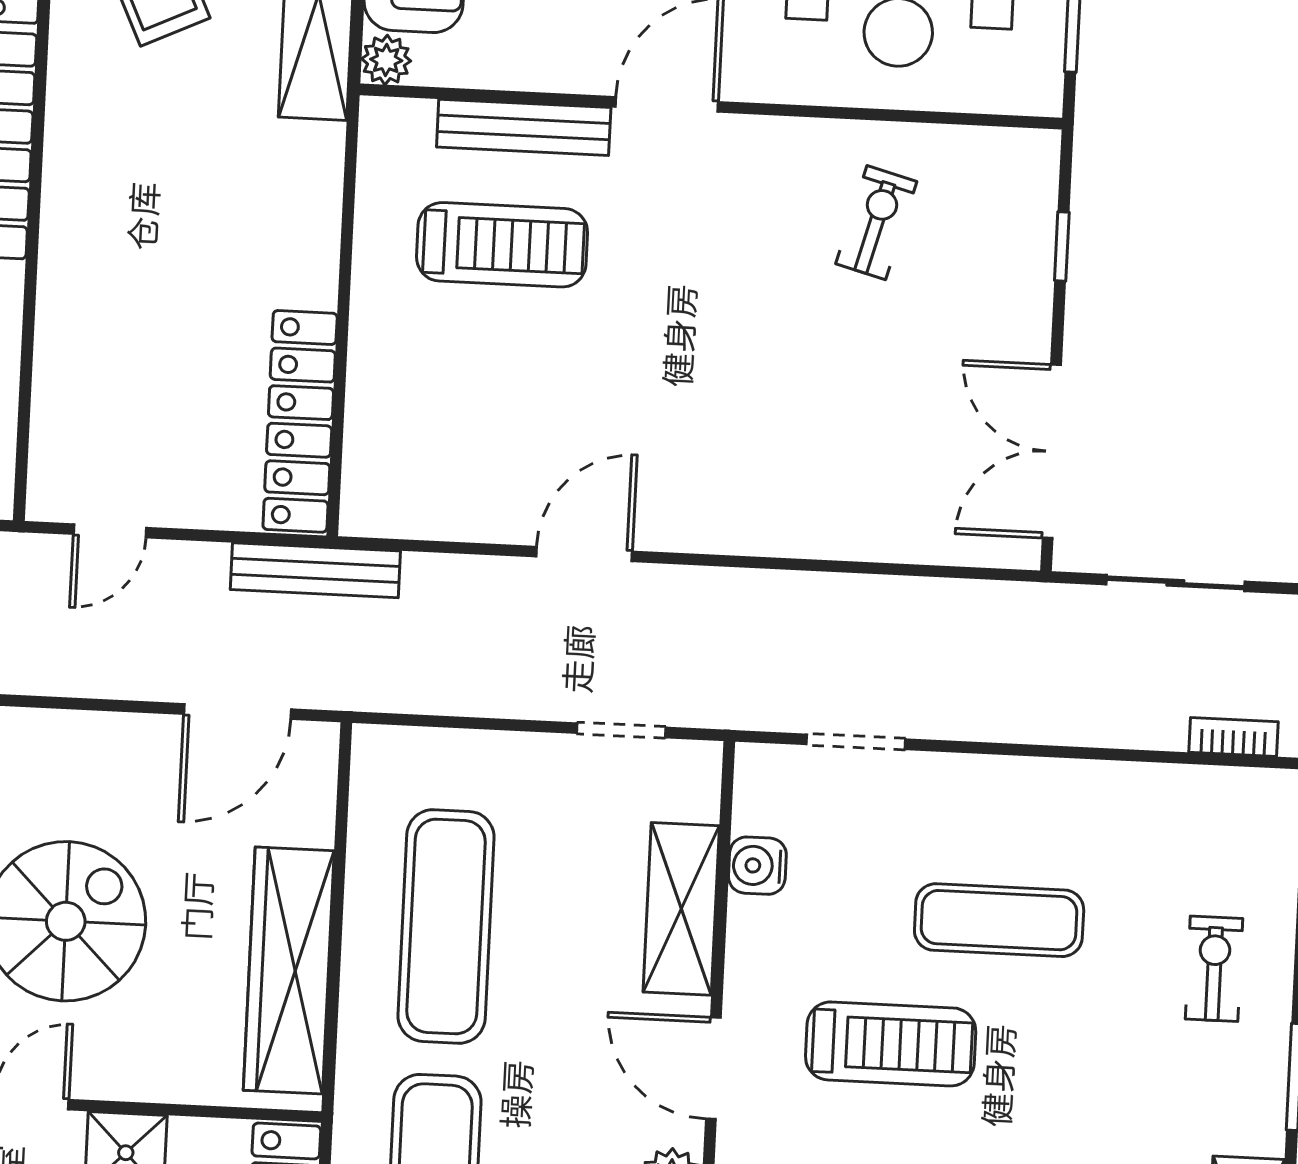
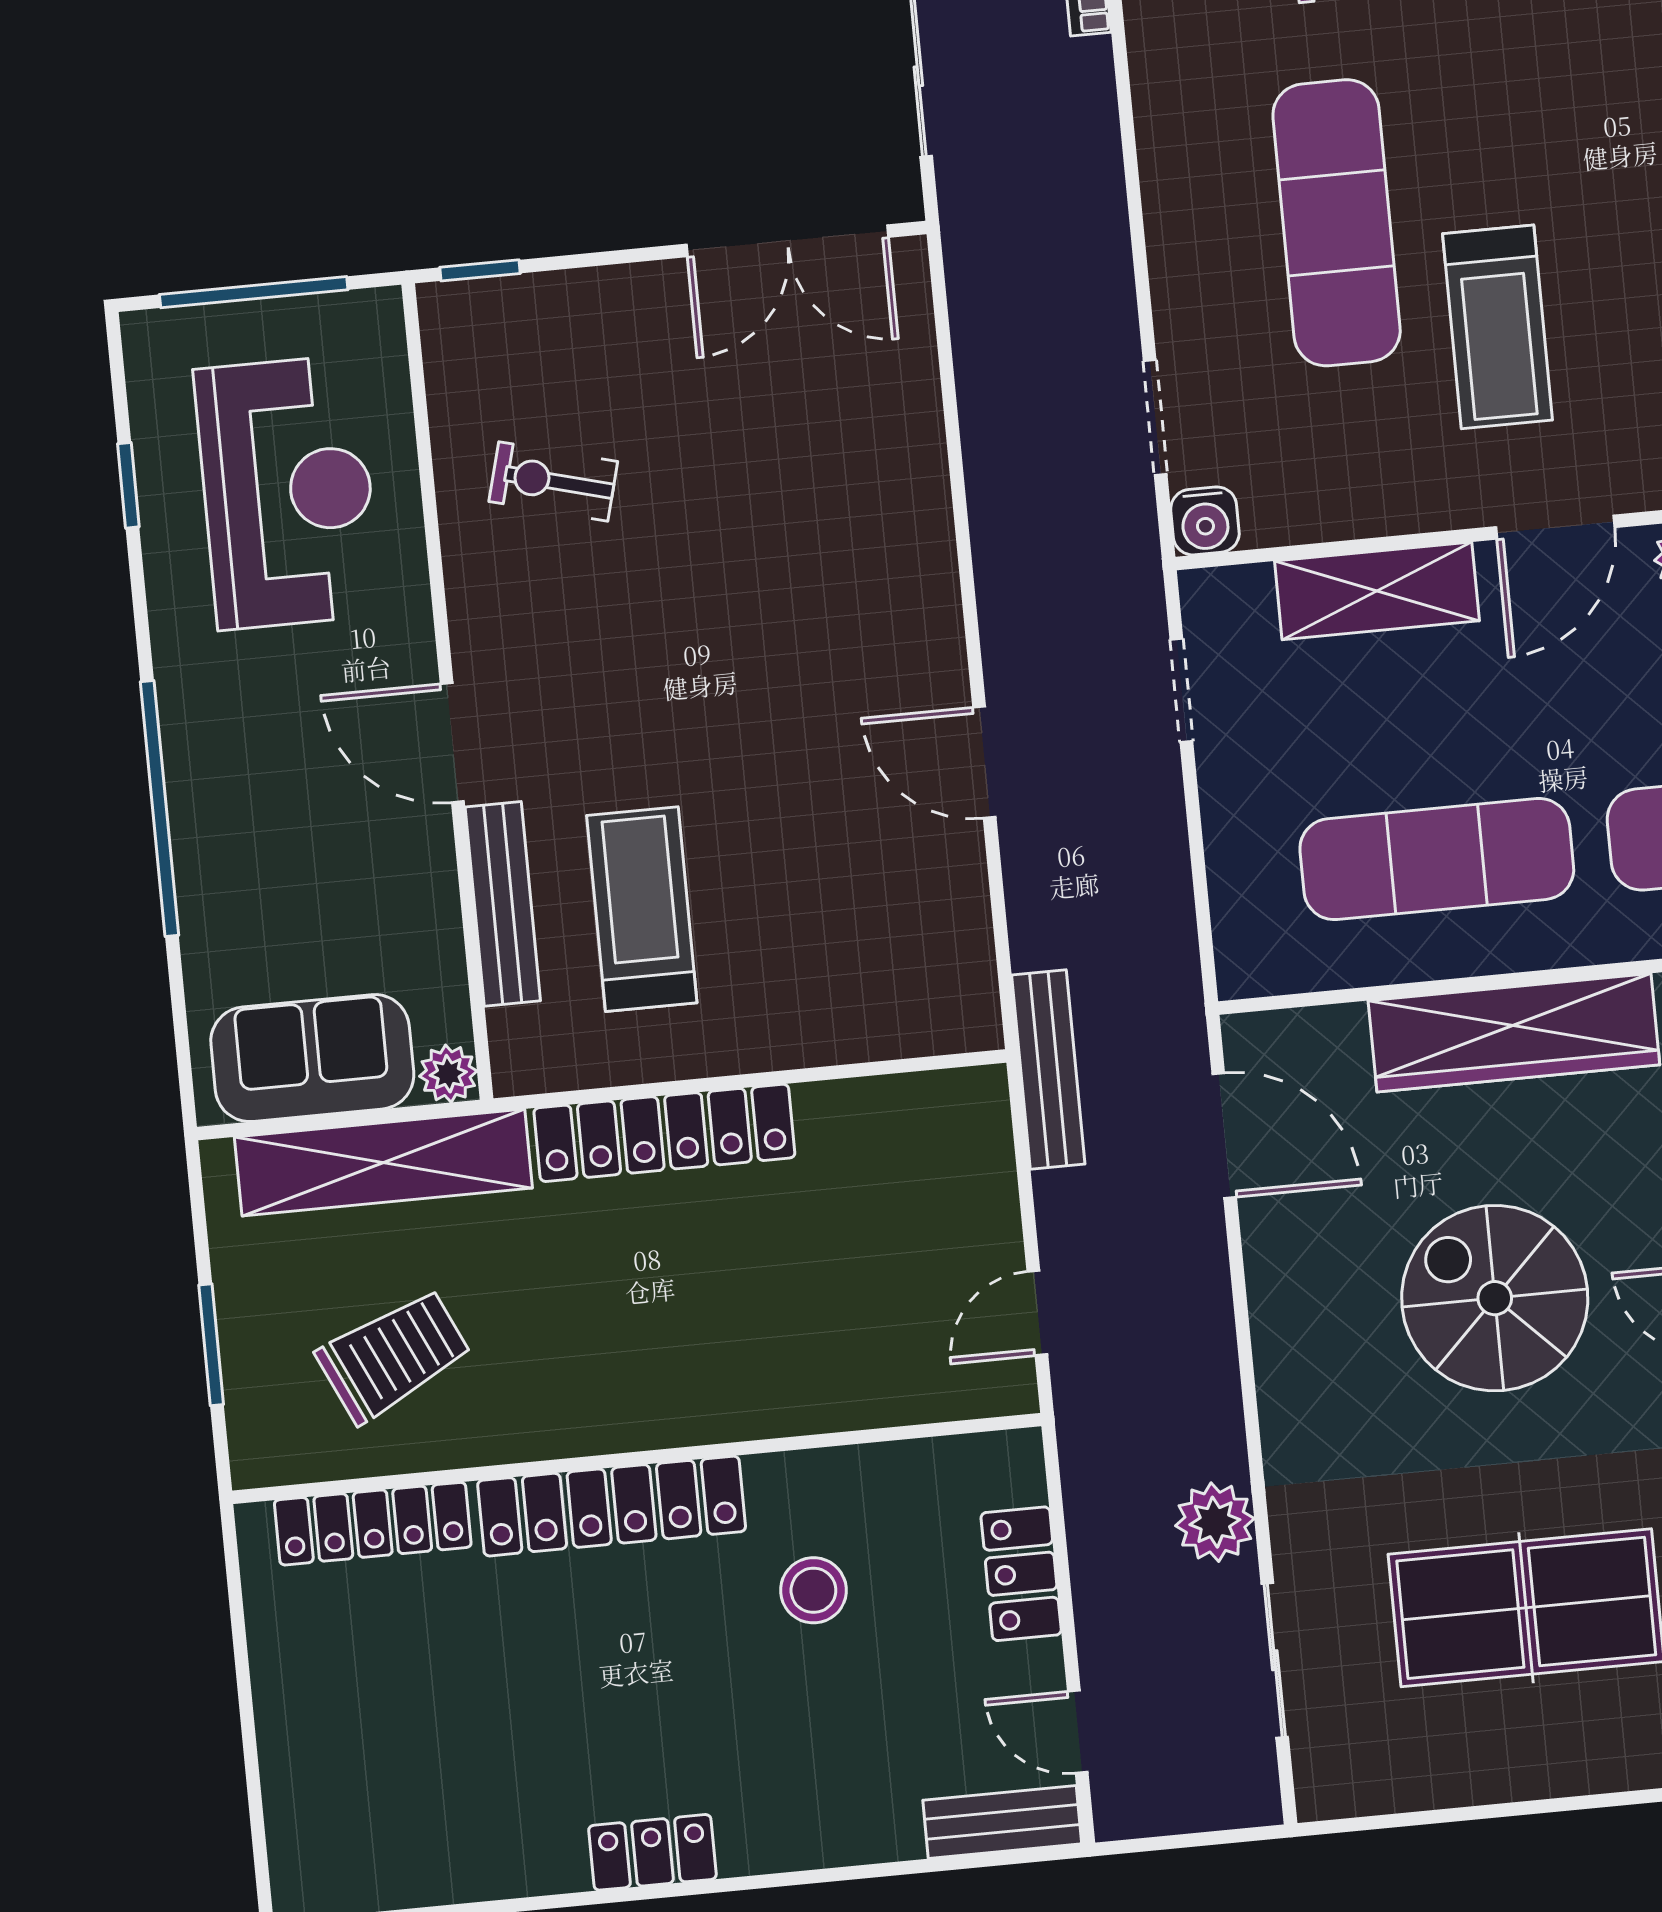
window: (1062, 246) -> (480, 270), moved
locker: (300, 421) -> (664, 1133), moved
door: (110, 531) -> (1037, 1313), swing flipped
water cooler: (757, 866) -> (1205, 521), moved
exercise mat: (999, 920) -> (1337, 223), width x1.36, depth x1.45
treadmill: (891, 1044) -> (1497, 327), turned 180

